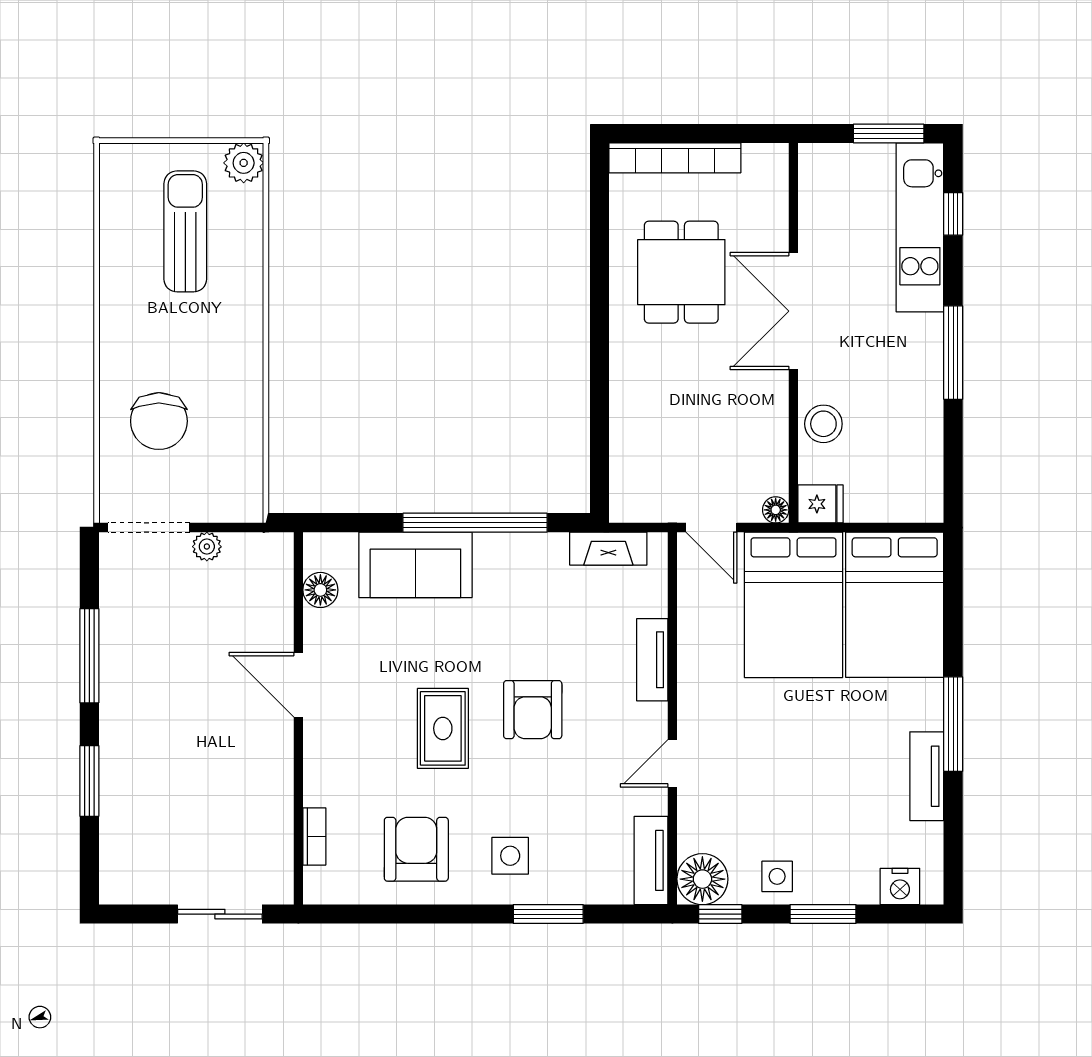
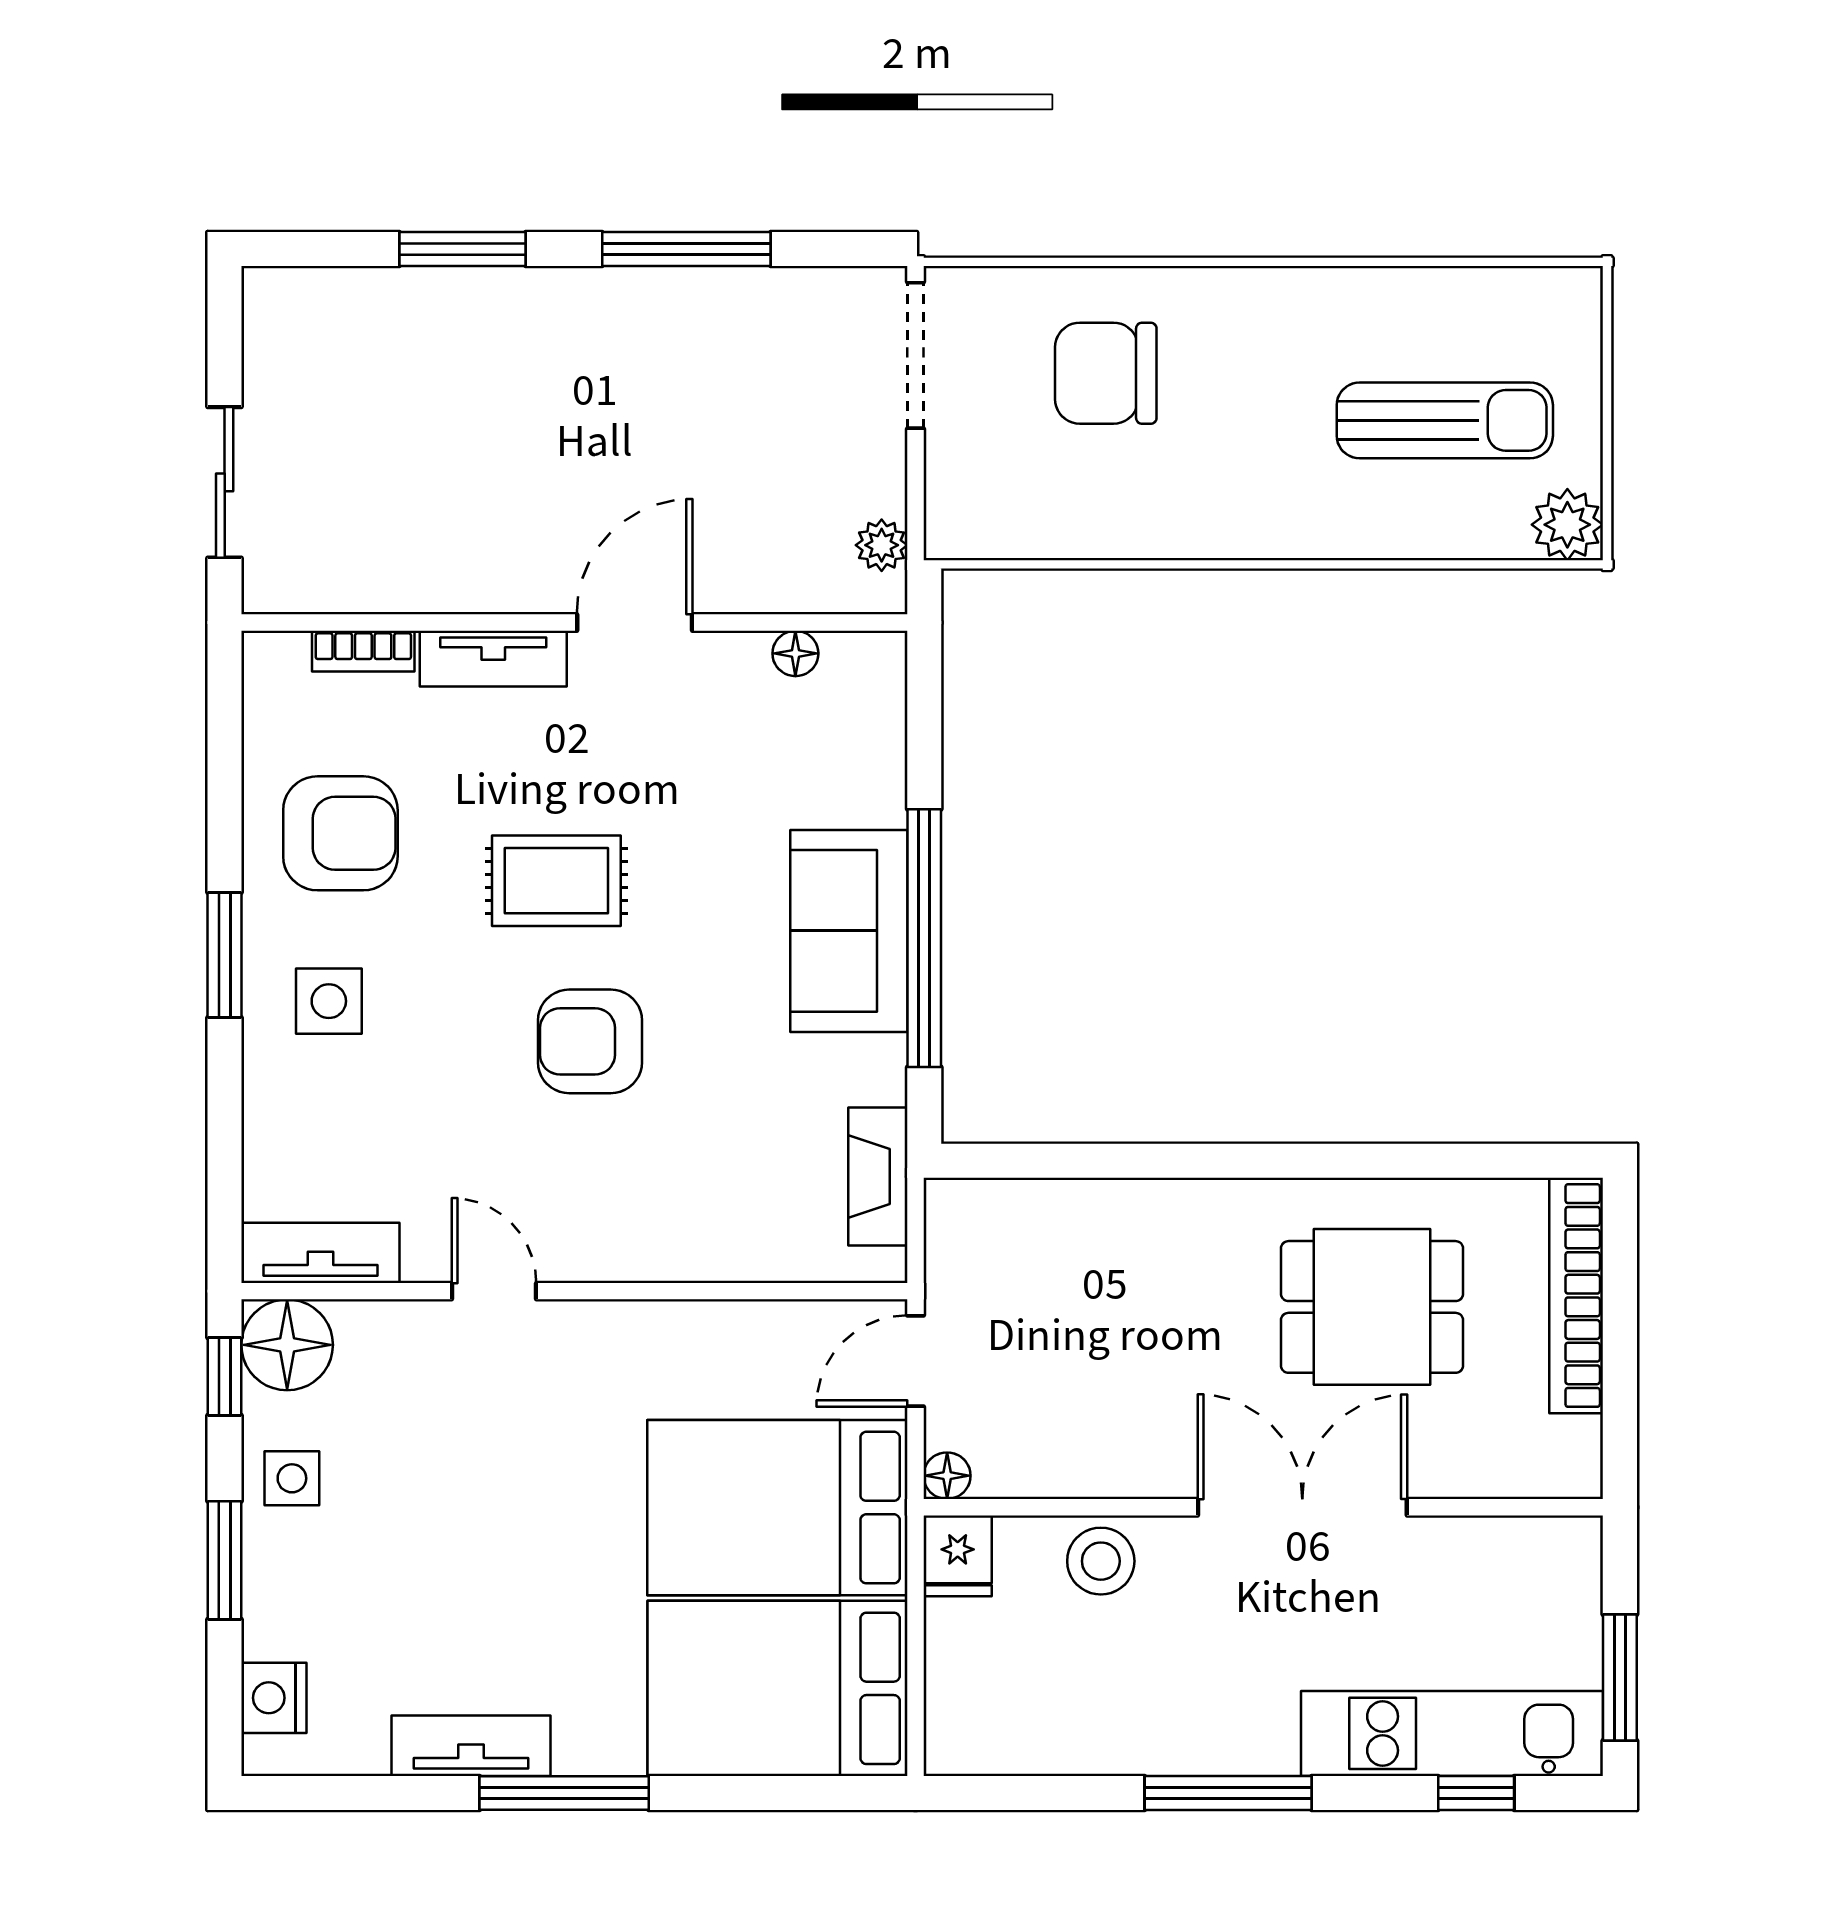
plant: (207, 547) -> (882, 545), moved
sofa: (415, 565) -> (849, 931), moved
floor lamp: (320, 590) -> (795, 653), width x0.73, depth x0.73
tv unit: (652, 660) -> (493, 659), moved, turned 180
window: (548, 914) -> (225, 955), moved

